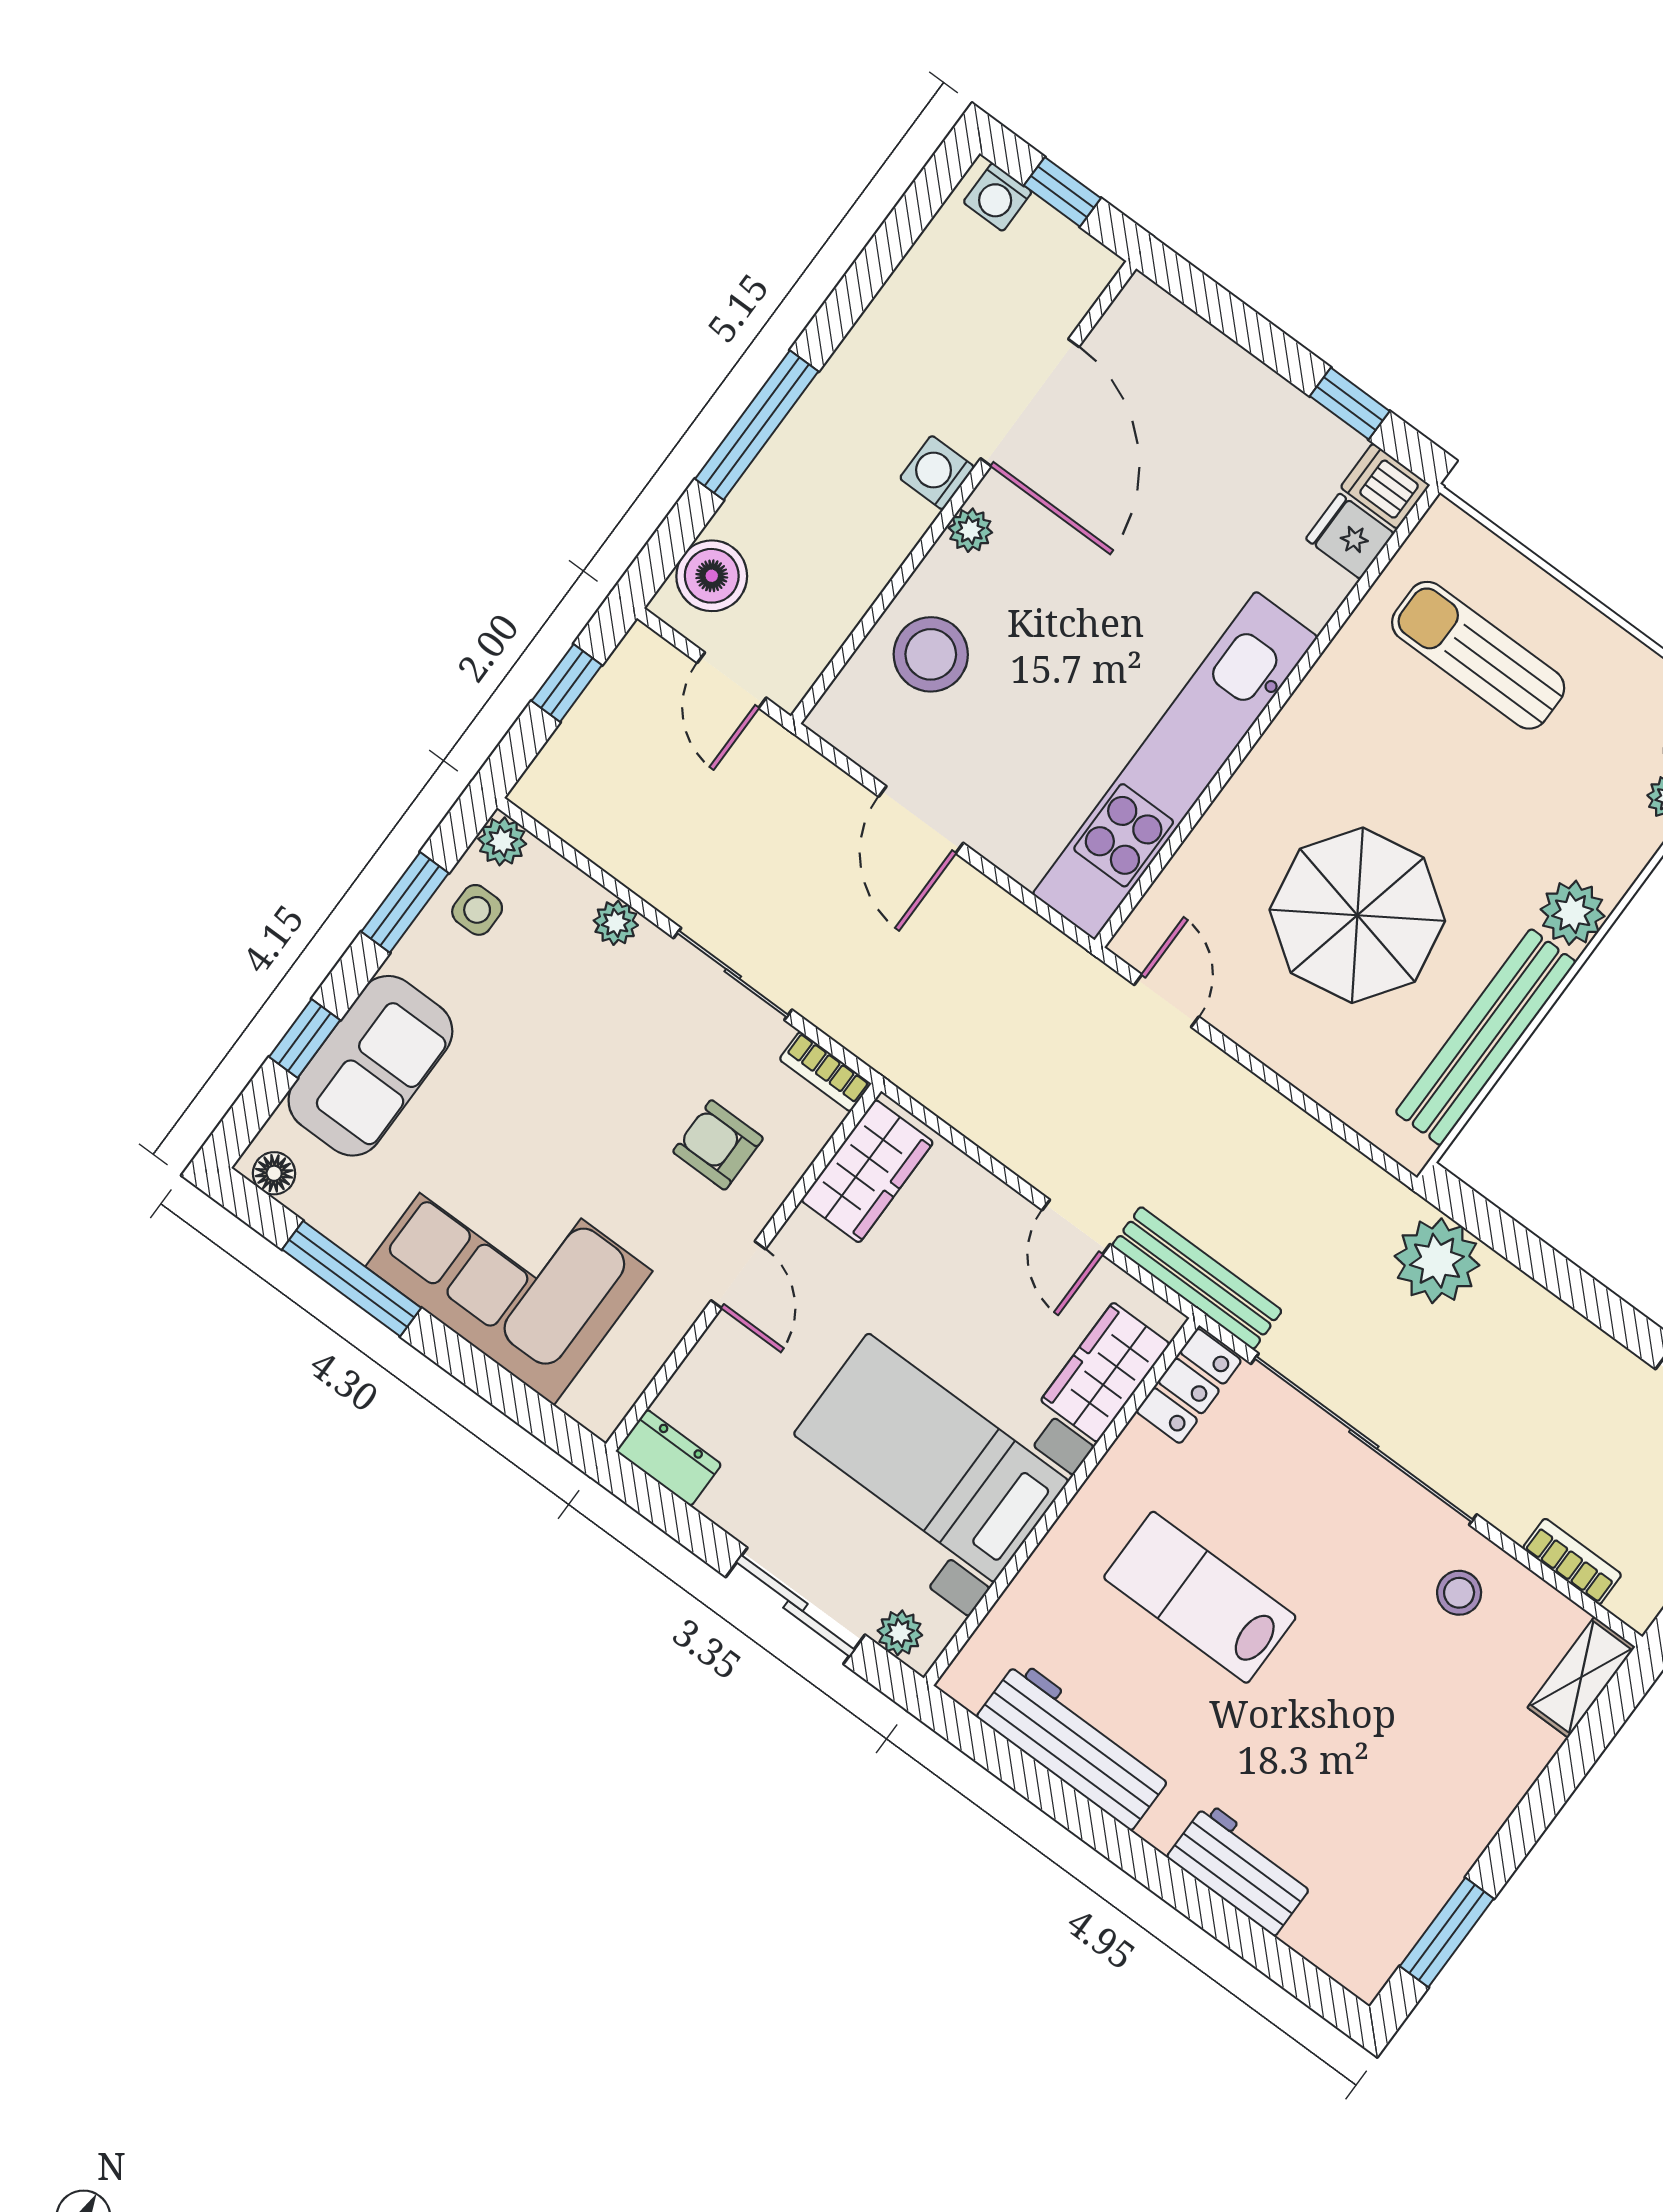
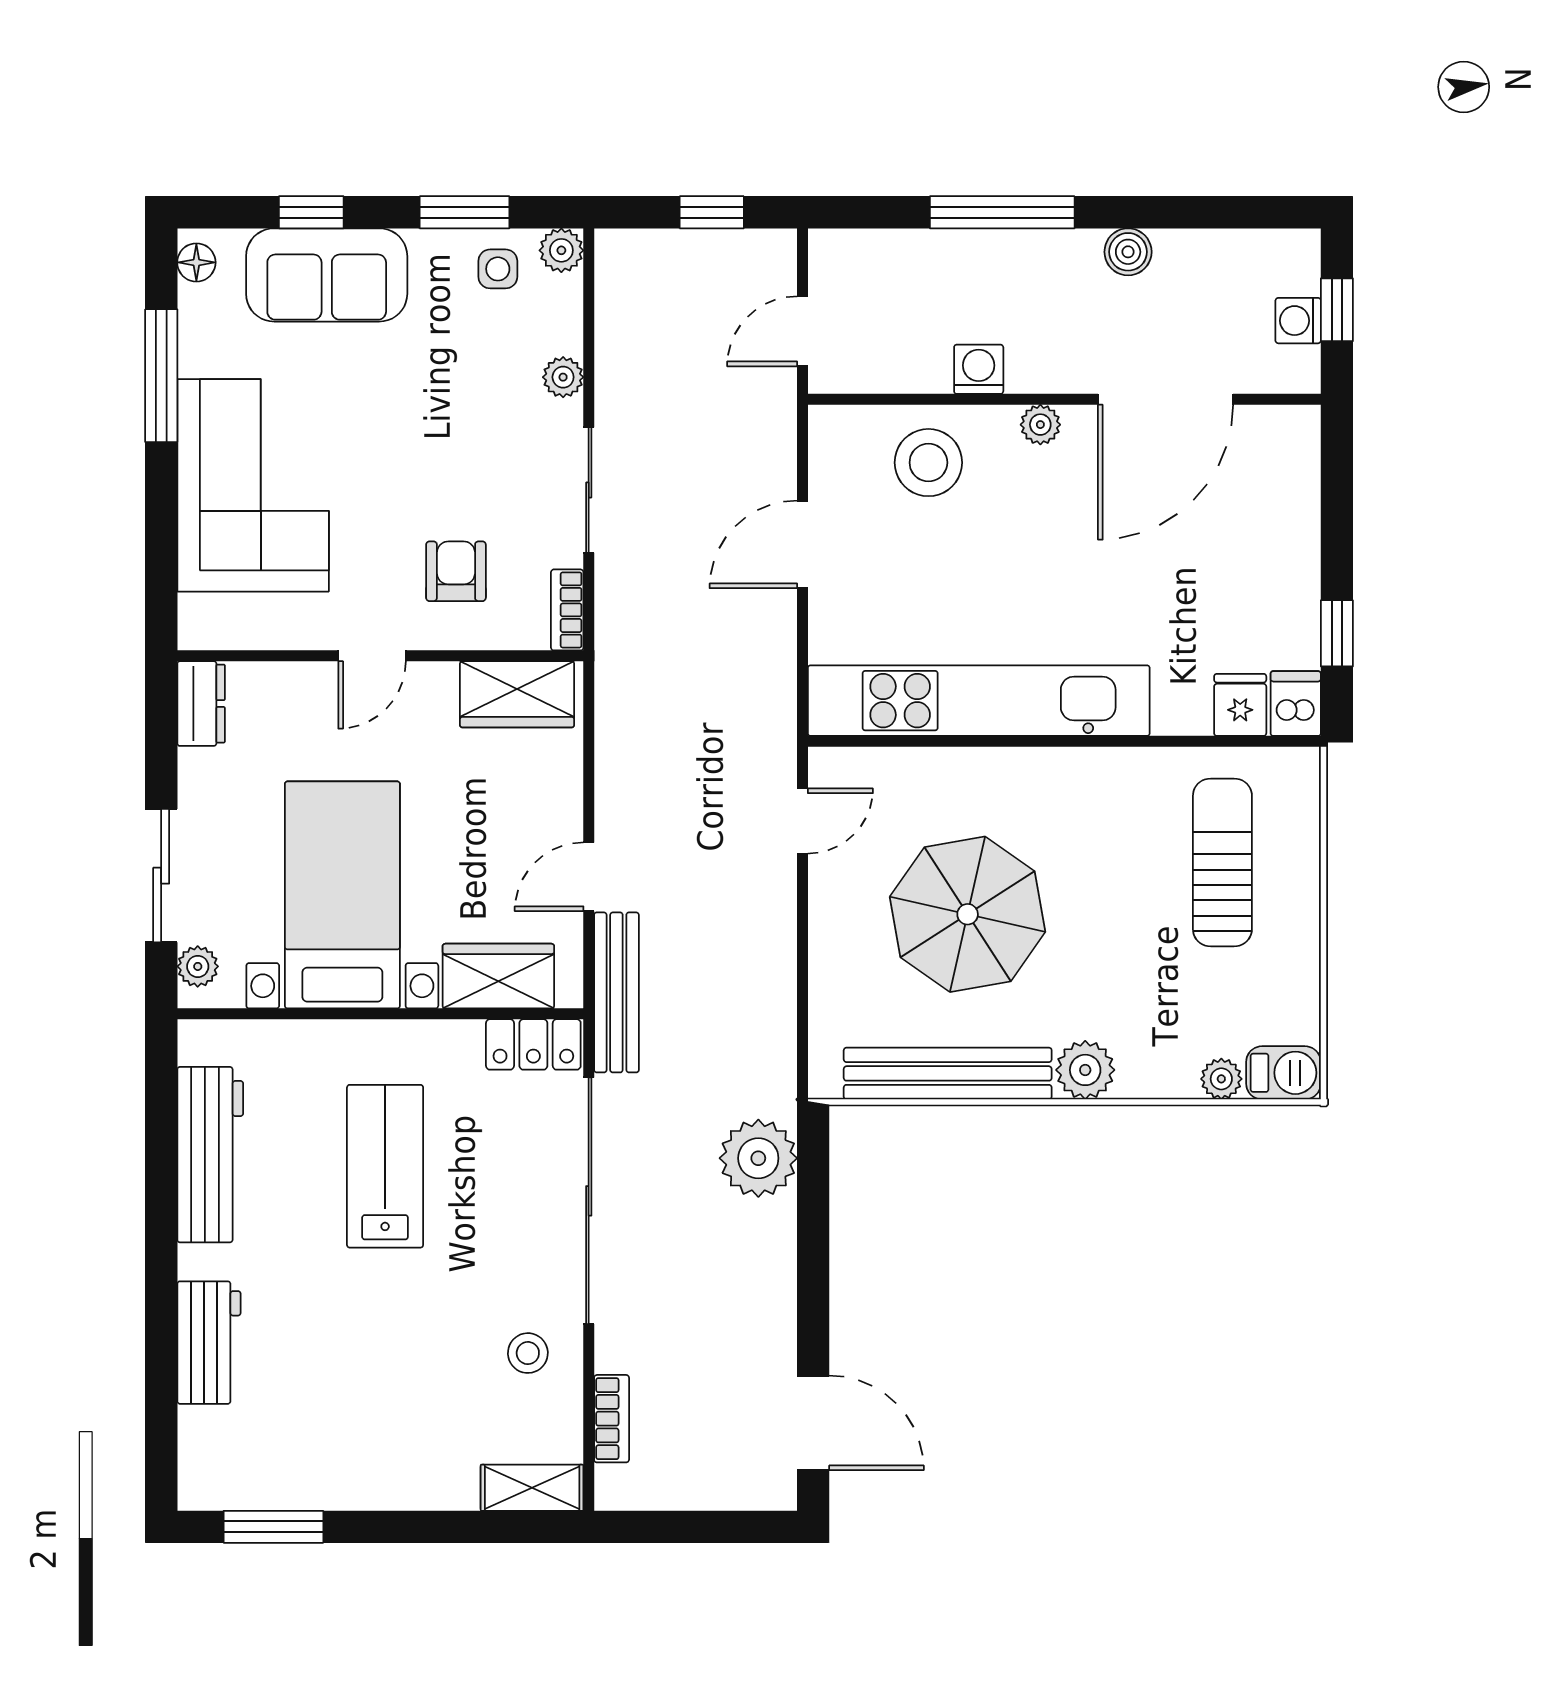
washing machine: (998, 197) -> (1298, 321), moved
washing machine: (937, 473) -> (979, 369), moved
boiler: (712, 576) -> (1128, 252), moved, width x0.73, depth x0.73

